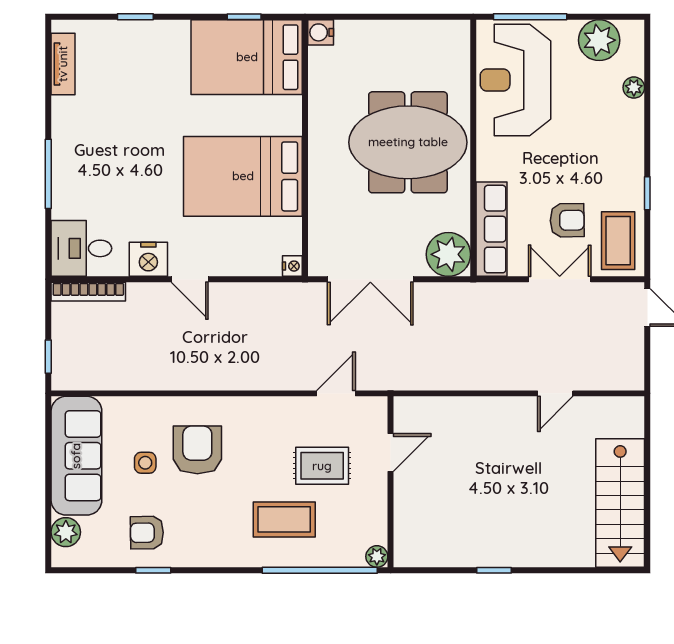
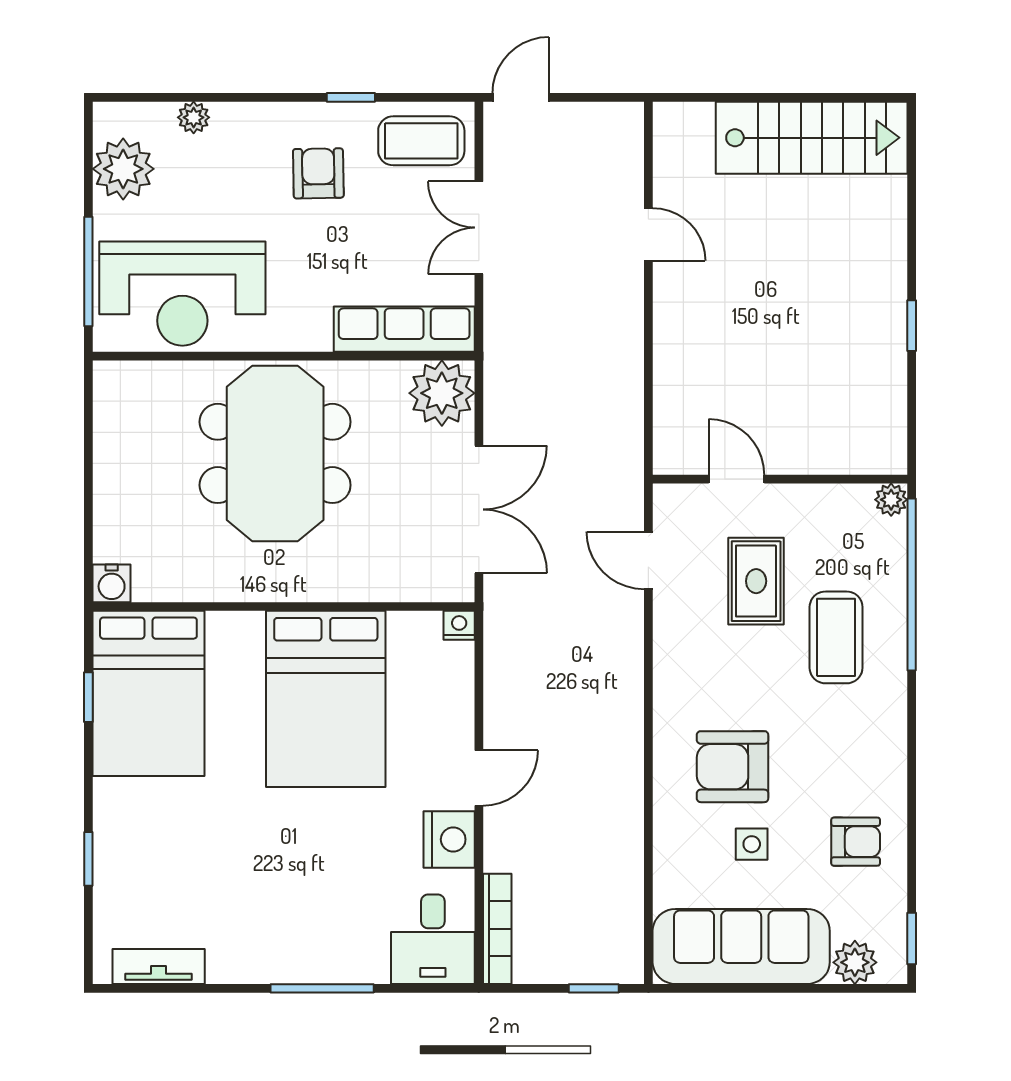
armchair: (567, 220) -> (318, 173), moved
armchair: (147, 533) -> (856, 842), turned -89
window: (153, 570) -> (912, 938), moved

